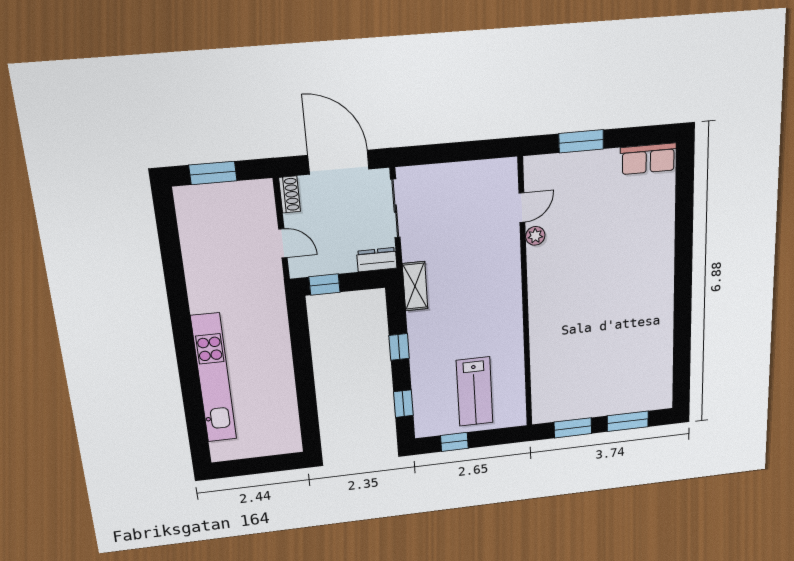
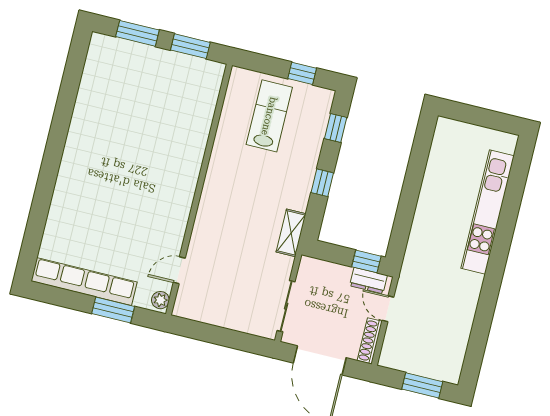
row of seats: (648, 159) -> (84, 282), width x2.02
shoe rack: (290, 194) -> (370, 341), width x1.43
plant: (535, 236) -> (160, 300), moved
dresser: (377, 260) -> (369, 281), moved

